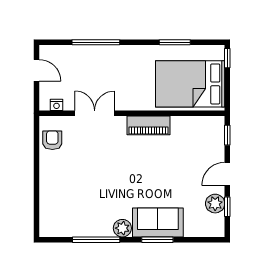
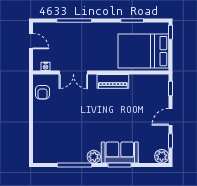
double door: (95, 113) -> (73, 72), swing flipped
armchair: (52, 140) -> (42, 92), turned 180
plant: (215, 204) -> (162, 156), moved

